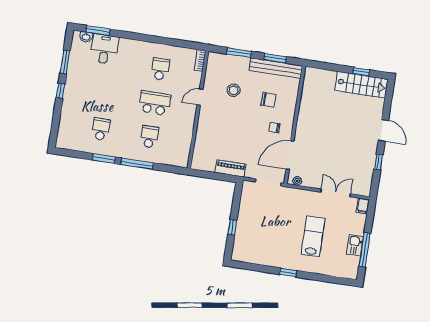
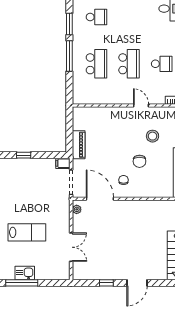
chair: (269, 100) -> (139, 161), moved
school desk: (149, 137) -> (96, 64), width x1.85
filing cabinet: (363, 206) -> (63, 163), moved

